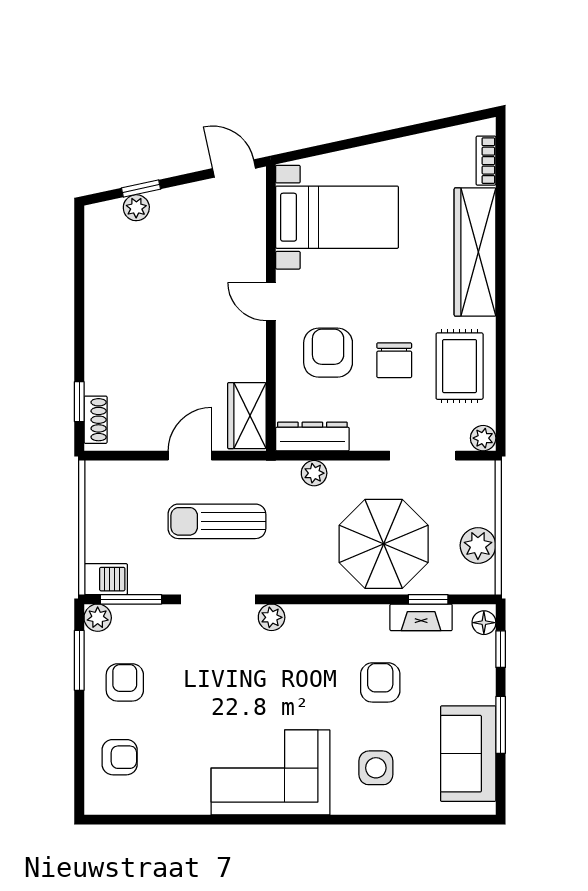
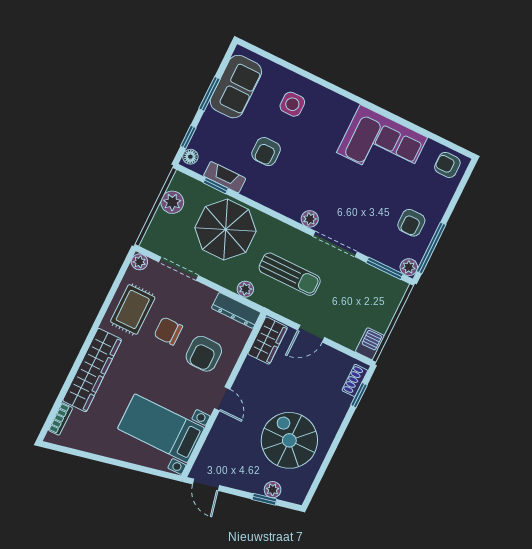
spiral stairs: (147, 289) -> (289, 440), added
chair: (394, 360) -> (168, 331), turned -90
sun lounger: (217, 521) -> (290, 274), moved
barbecue: (106, 579) -> (370, 344), moved, turned 90
window: (79, 660) -> (431, 248), width x1.44
armchair: (120, 757) -> (447, 165), moved
corner sofa: (270, 772) -> (382, 145), moved

